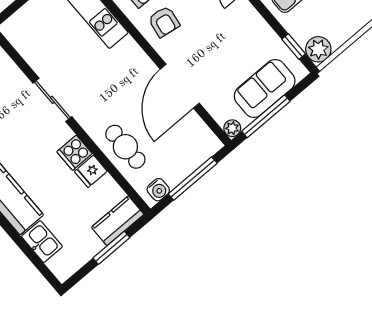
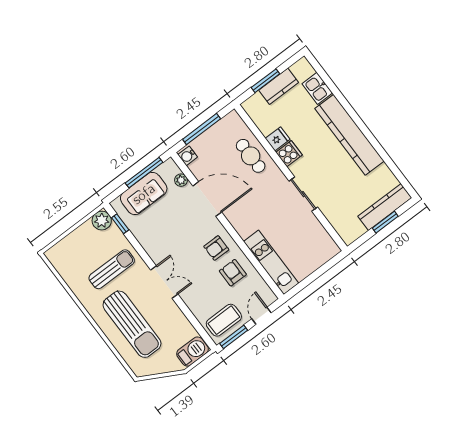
armchair: (164, 22) -> (216, 248), turned -99
door: (180, 86) -> (207, 199), hinge flipped
plant: (232, 128) -> (181, 180), moved
water cooler: (158, 190) -> (188, 156), moved, turned -90
kitchen counter: (118, 221) -> (279, 86), moved

